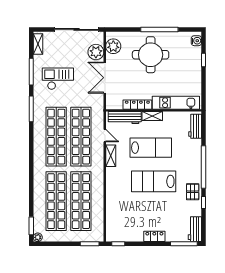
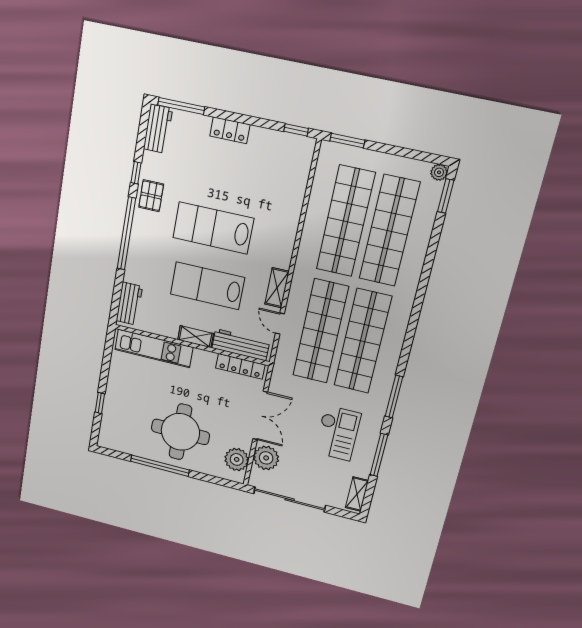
water cooler: (196, 41) -> (106, 434), removed
checkout: (58, 79) -> (337, 433), turned -90
locker: (137, 105) -> (240, 366), moved
lab bench: (154, 181) -> (213, 228), turned 180

